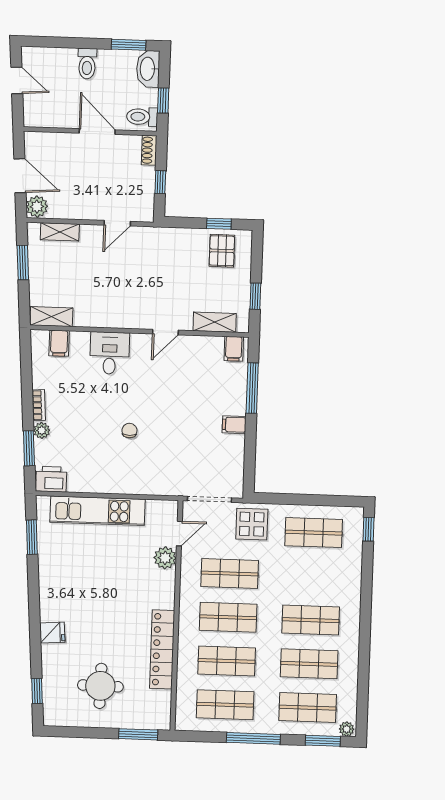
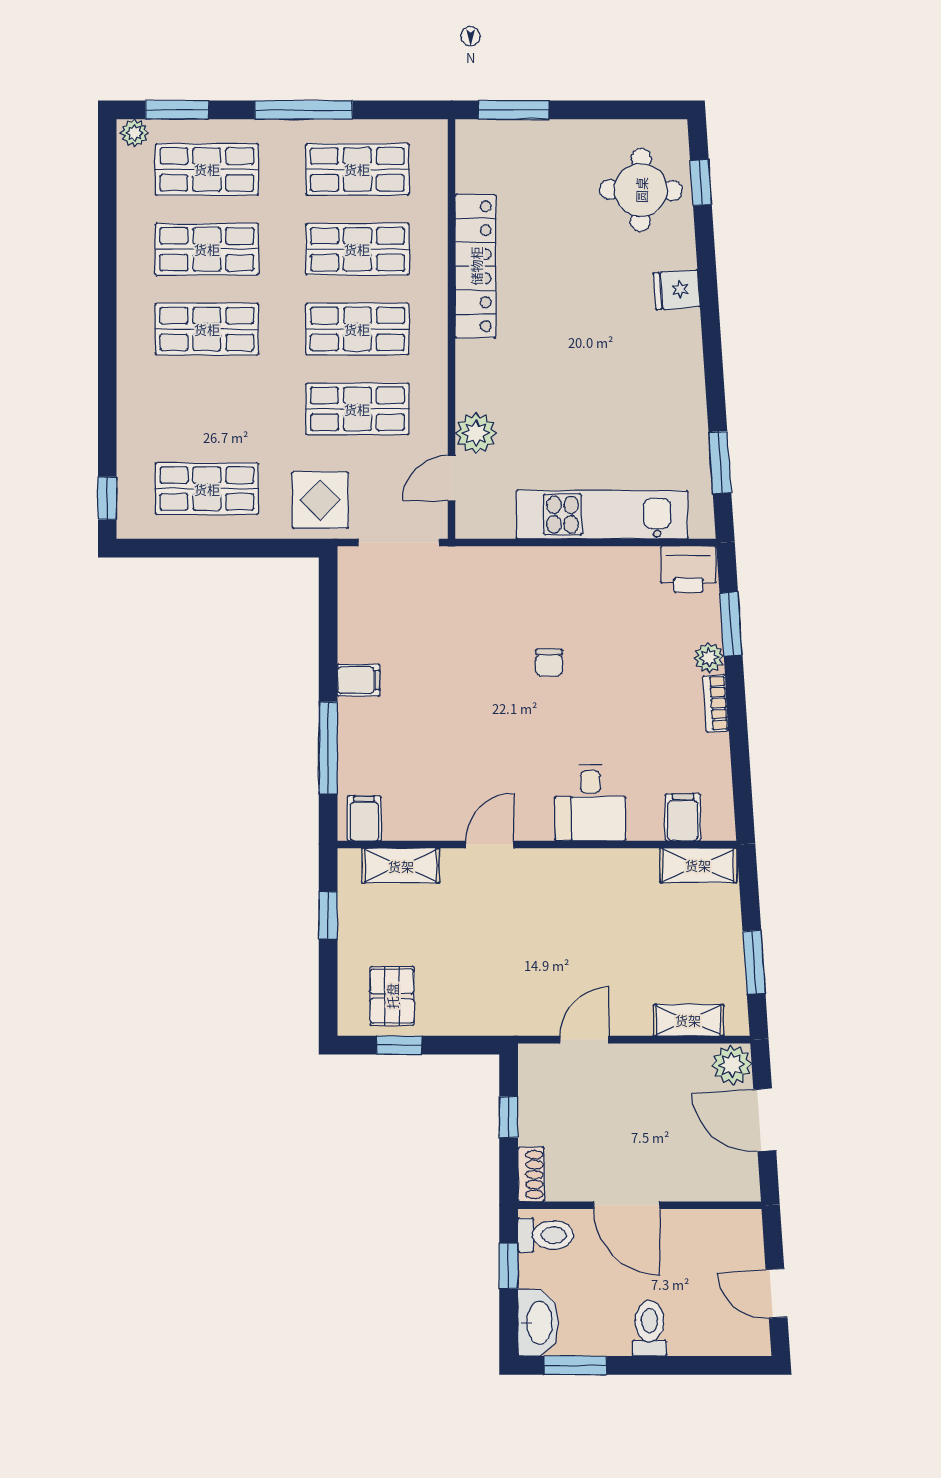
round table: (100, 686) -> (641, 190), moved

